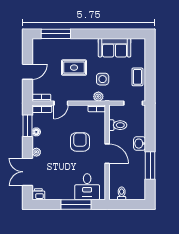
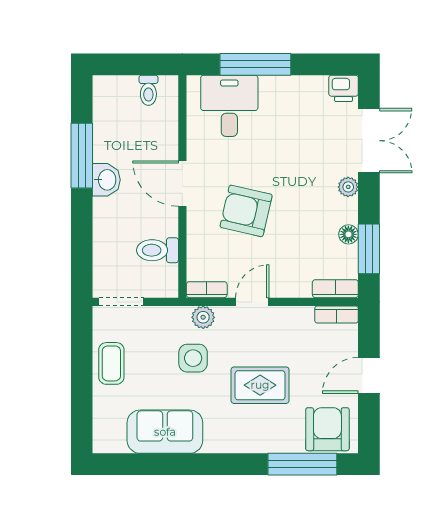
armchair: (45, 49) -> (327, 429), added
door: (61, 103) -> (252, 302), moved
armchair: (80, 142) -> (246, 211), turned 103
washbasin: (140, 144) -> (106, 180), moved

